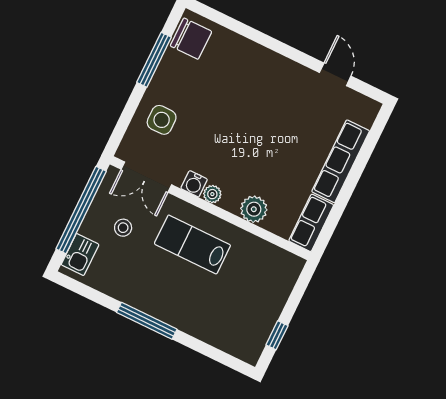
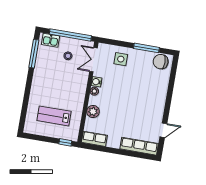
chair: (191, 39) -> (161, 62), turned 90
row of seats: (341, 161) -> (139, 146), moved
lab bench: (192, 244) -> (54, 116), moved, turned -90
window: (147, 321) -> (34, 54), moved
window: (277, 335) -> (65, 142), moved

